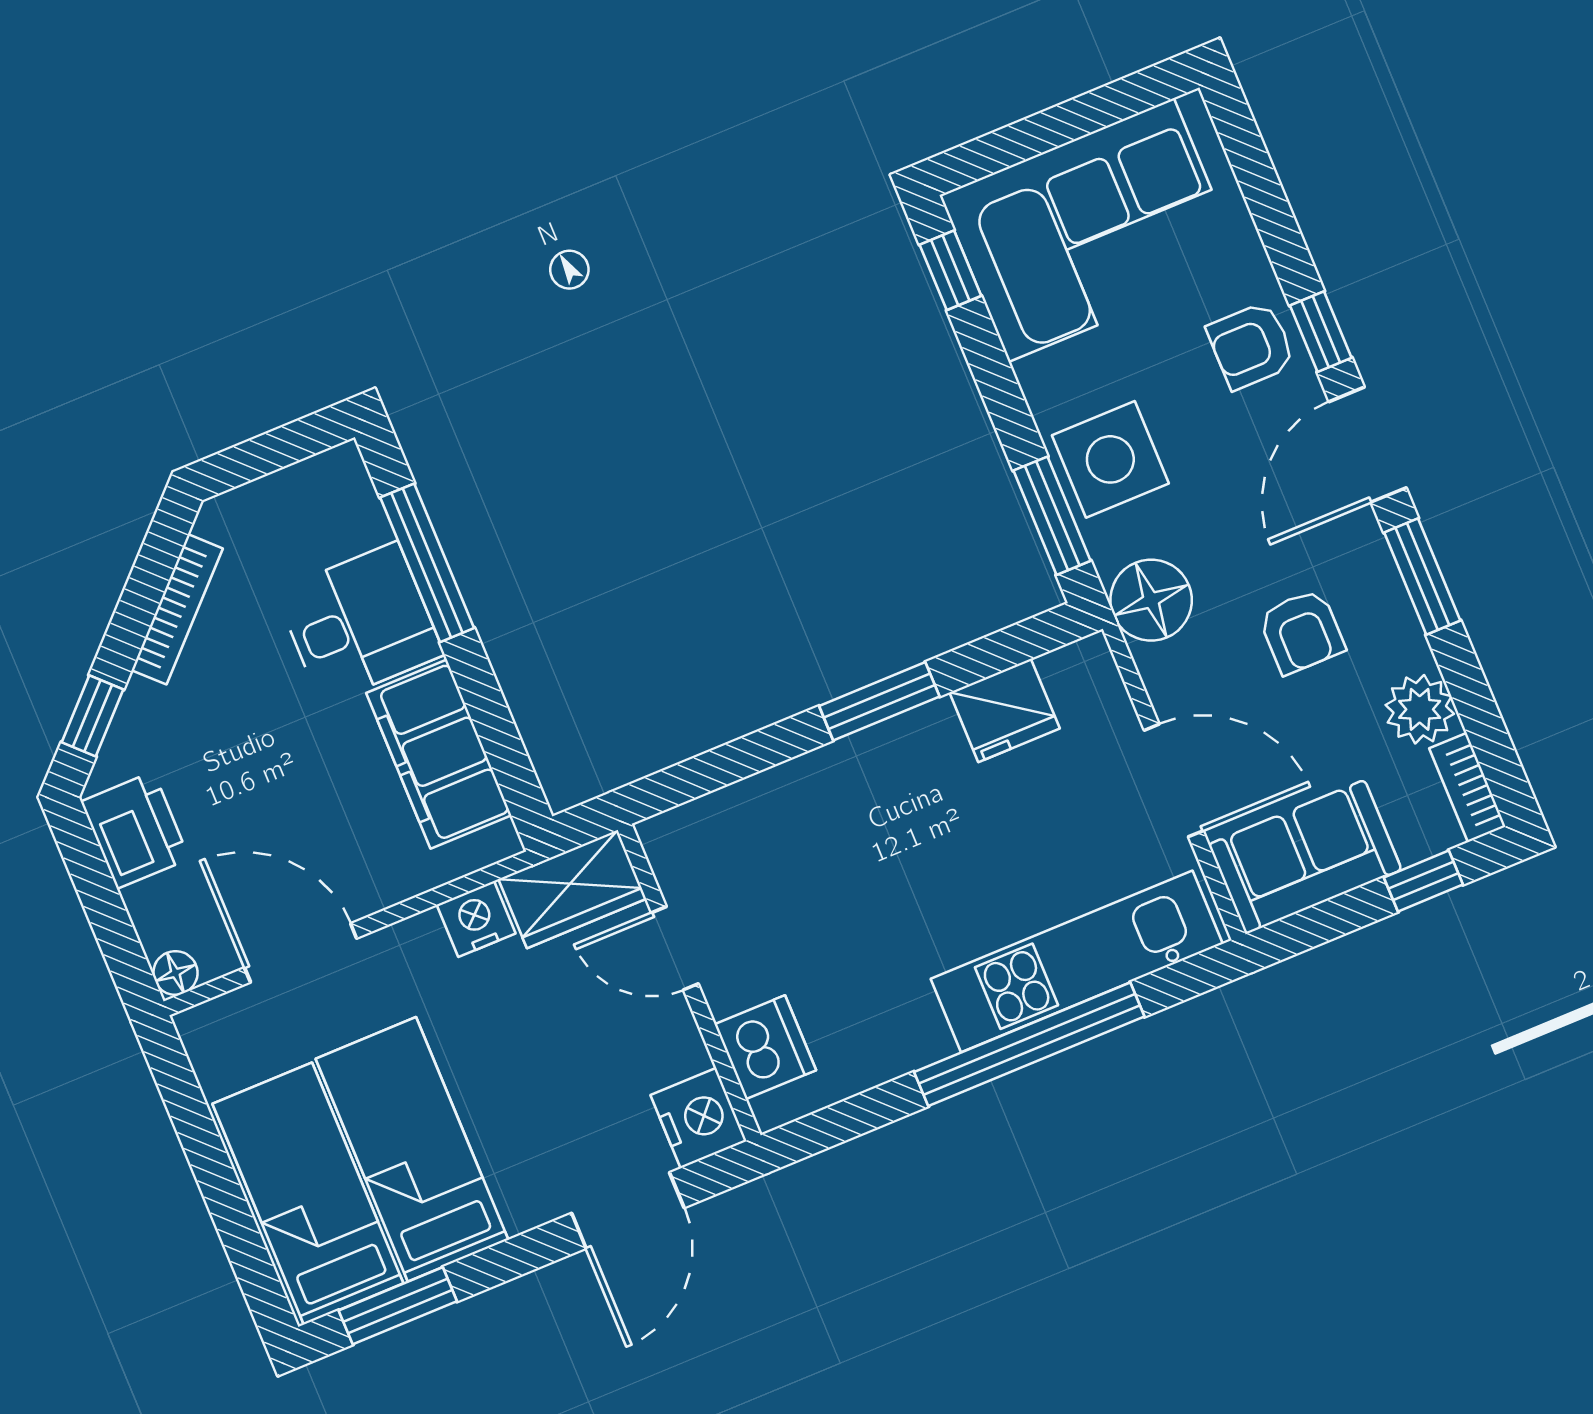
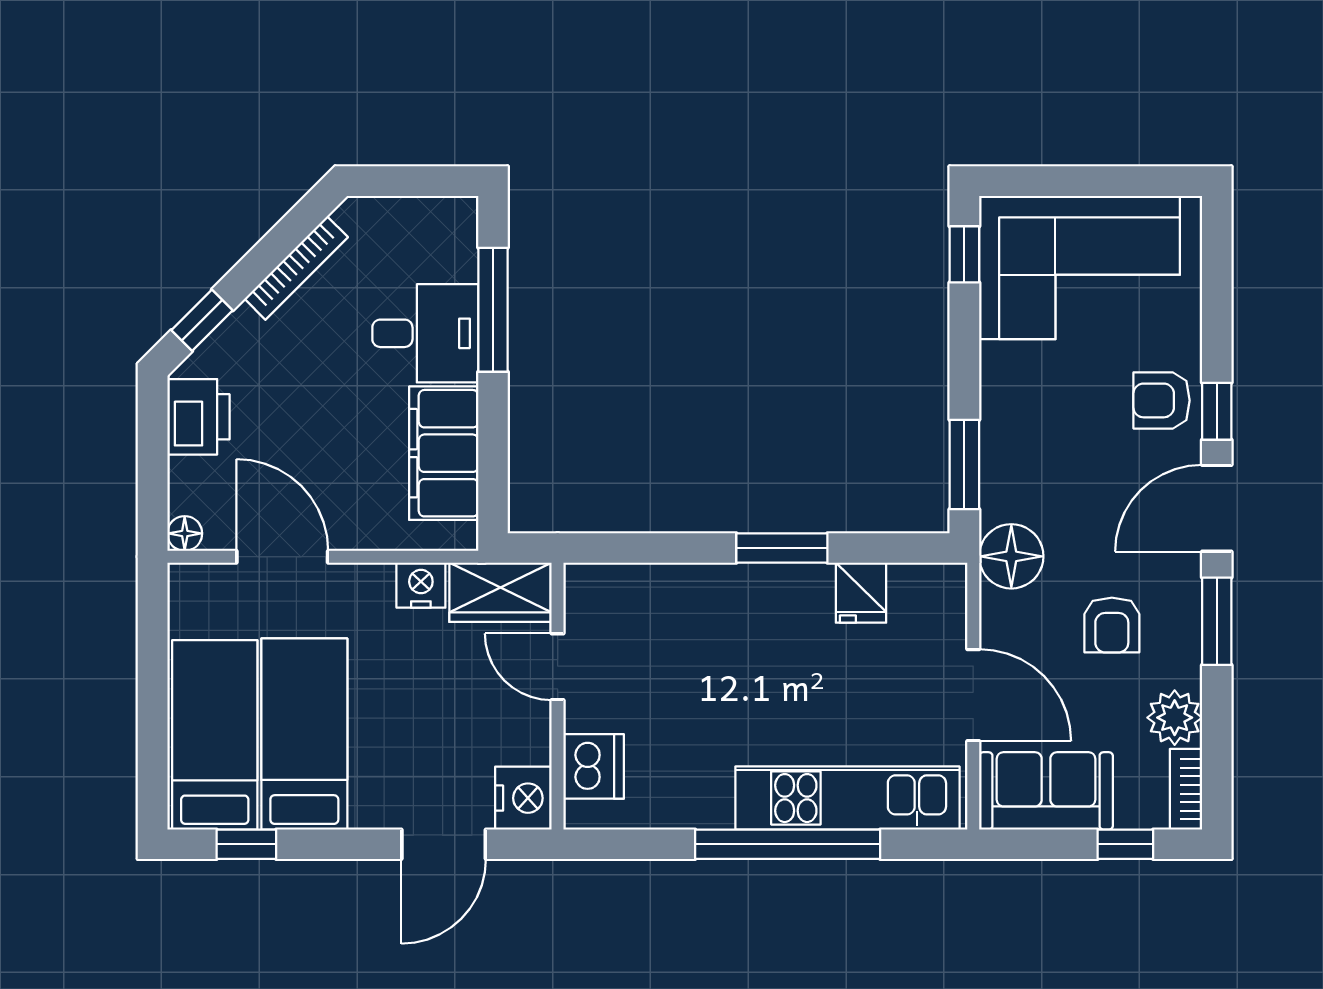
side table: (1110, 459) -> (1024, 441), removed
fridge: (1005, 710) -> (861, 593), width x0.72
window: (398, 1306) -> (246, 844), width x0.67

